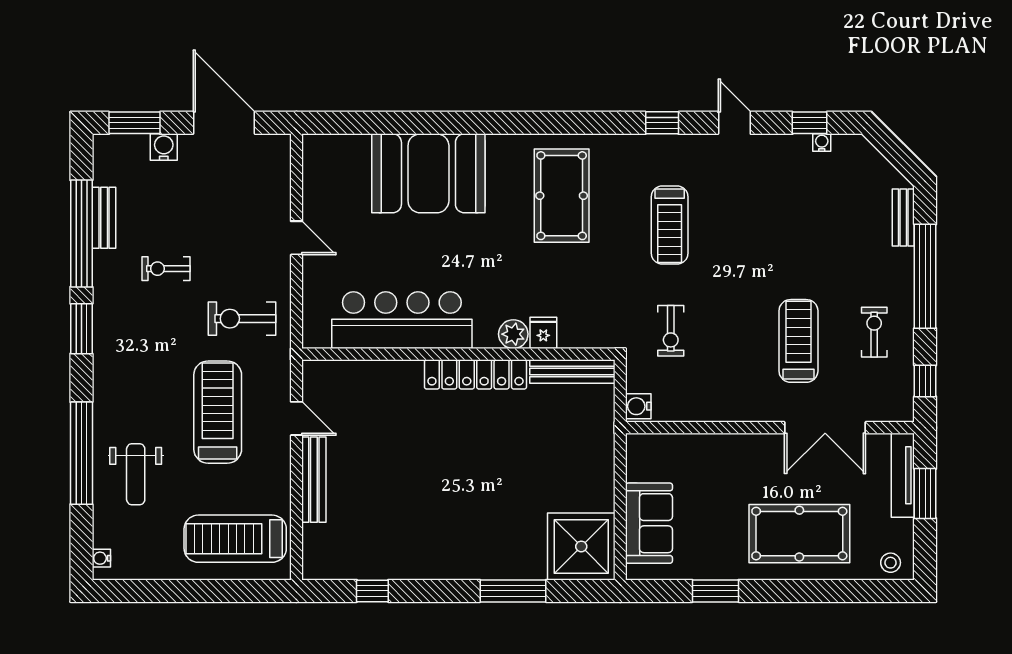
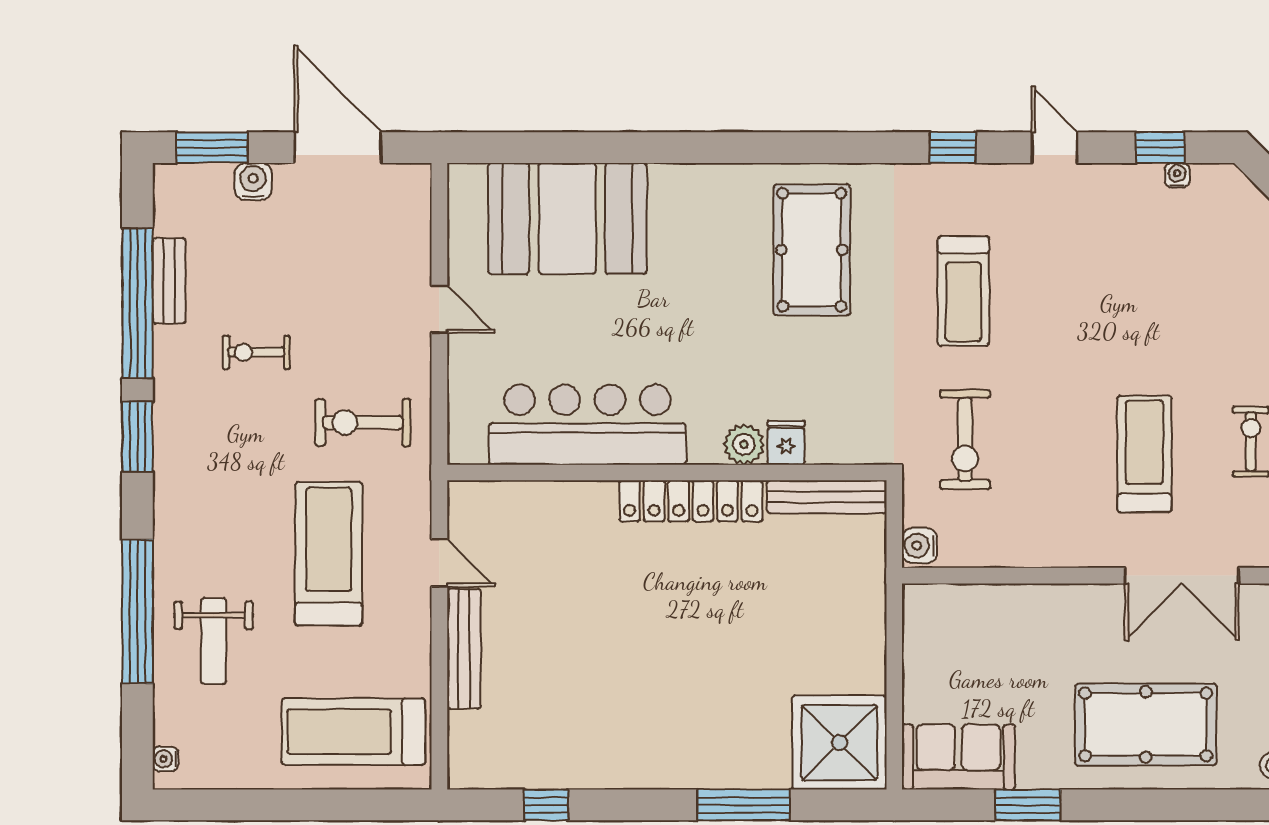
booth: (428, 173) -> (567, 218), moved
exercise bike: (671, 331) -> (965, 440), width x1.38, depth x1.39
sofa: (649, 523) -> (958, 757), moved, turned -90

